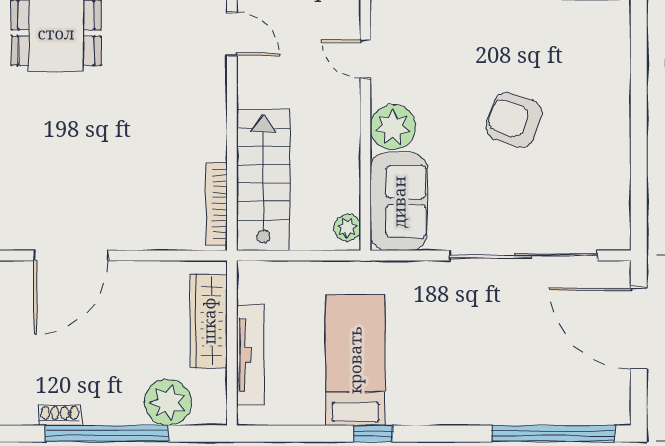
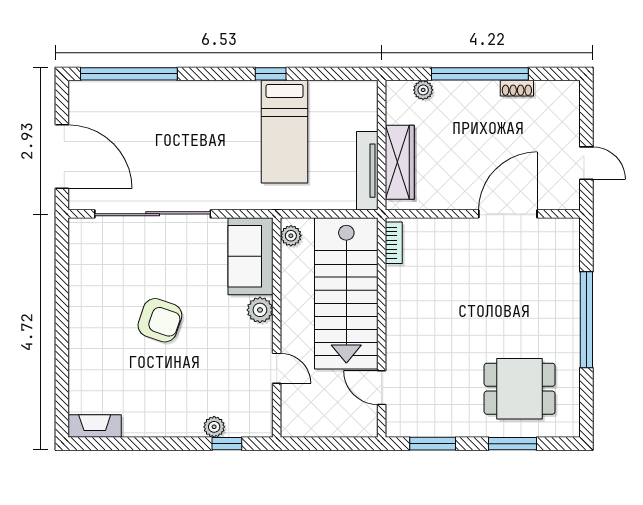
plant: (393, 127) -> (260, 310), width x0.73, depth x0.73
stairs: (263, 180) -> (346, 293), width x1.36, depth x1.51
bookcase: (216, 204) -> (394, 243), width x0.64
tv unit: (250, 355) -> (367, 171), moved
plant: (168, 402) -> (423, 90), width x0.53, depth x0.53

